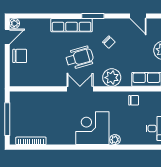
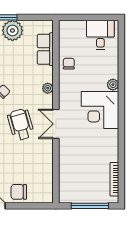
chair: (20, 56) -> (19, 192), turned -90
plant: (112, 78) -> (48, 88), width x0.53, depth x0.53

